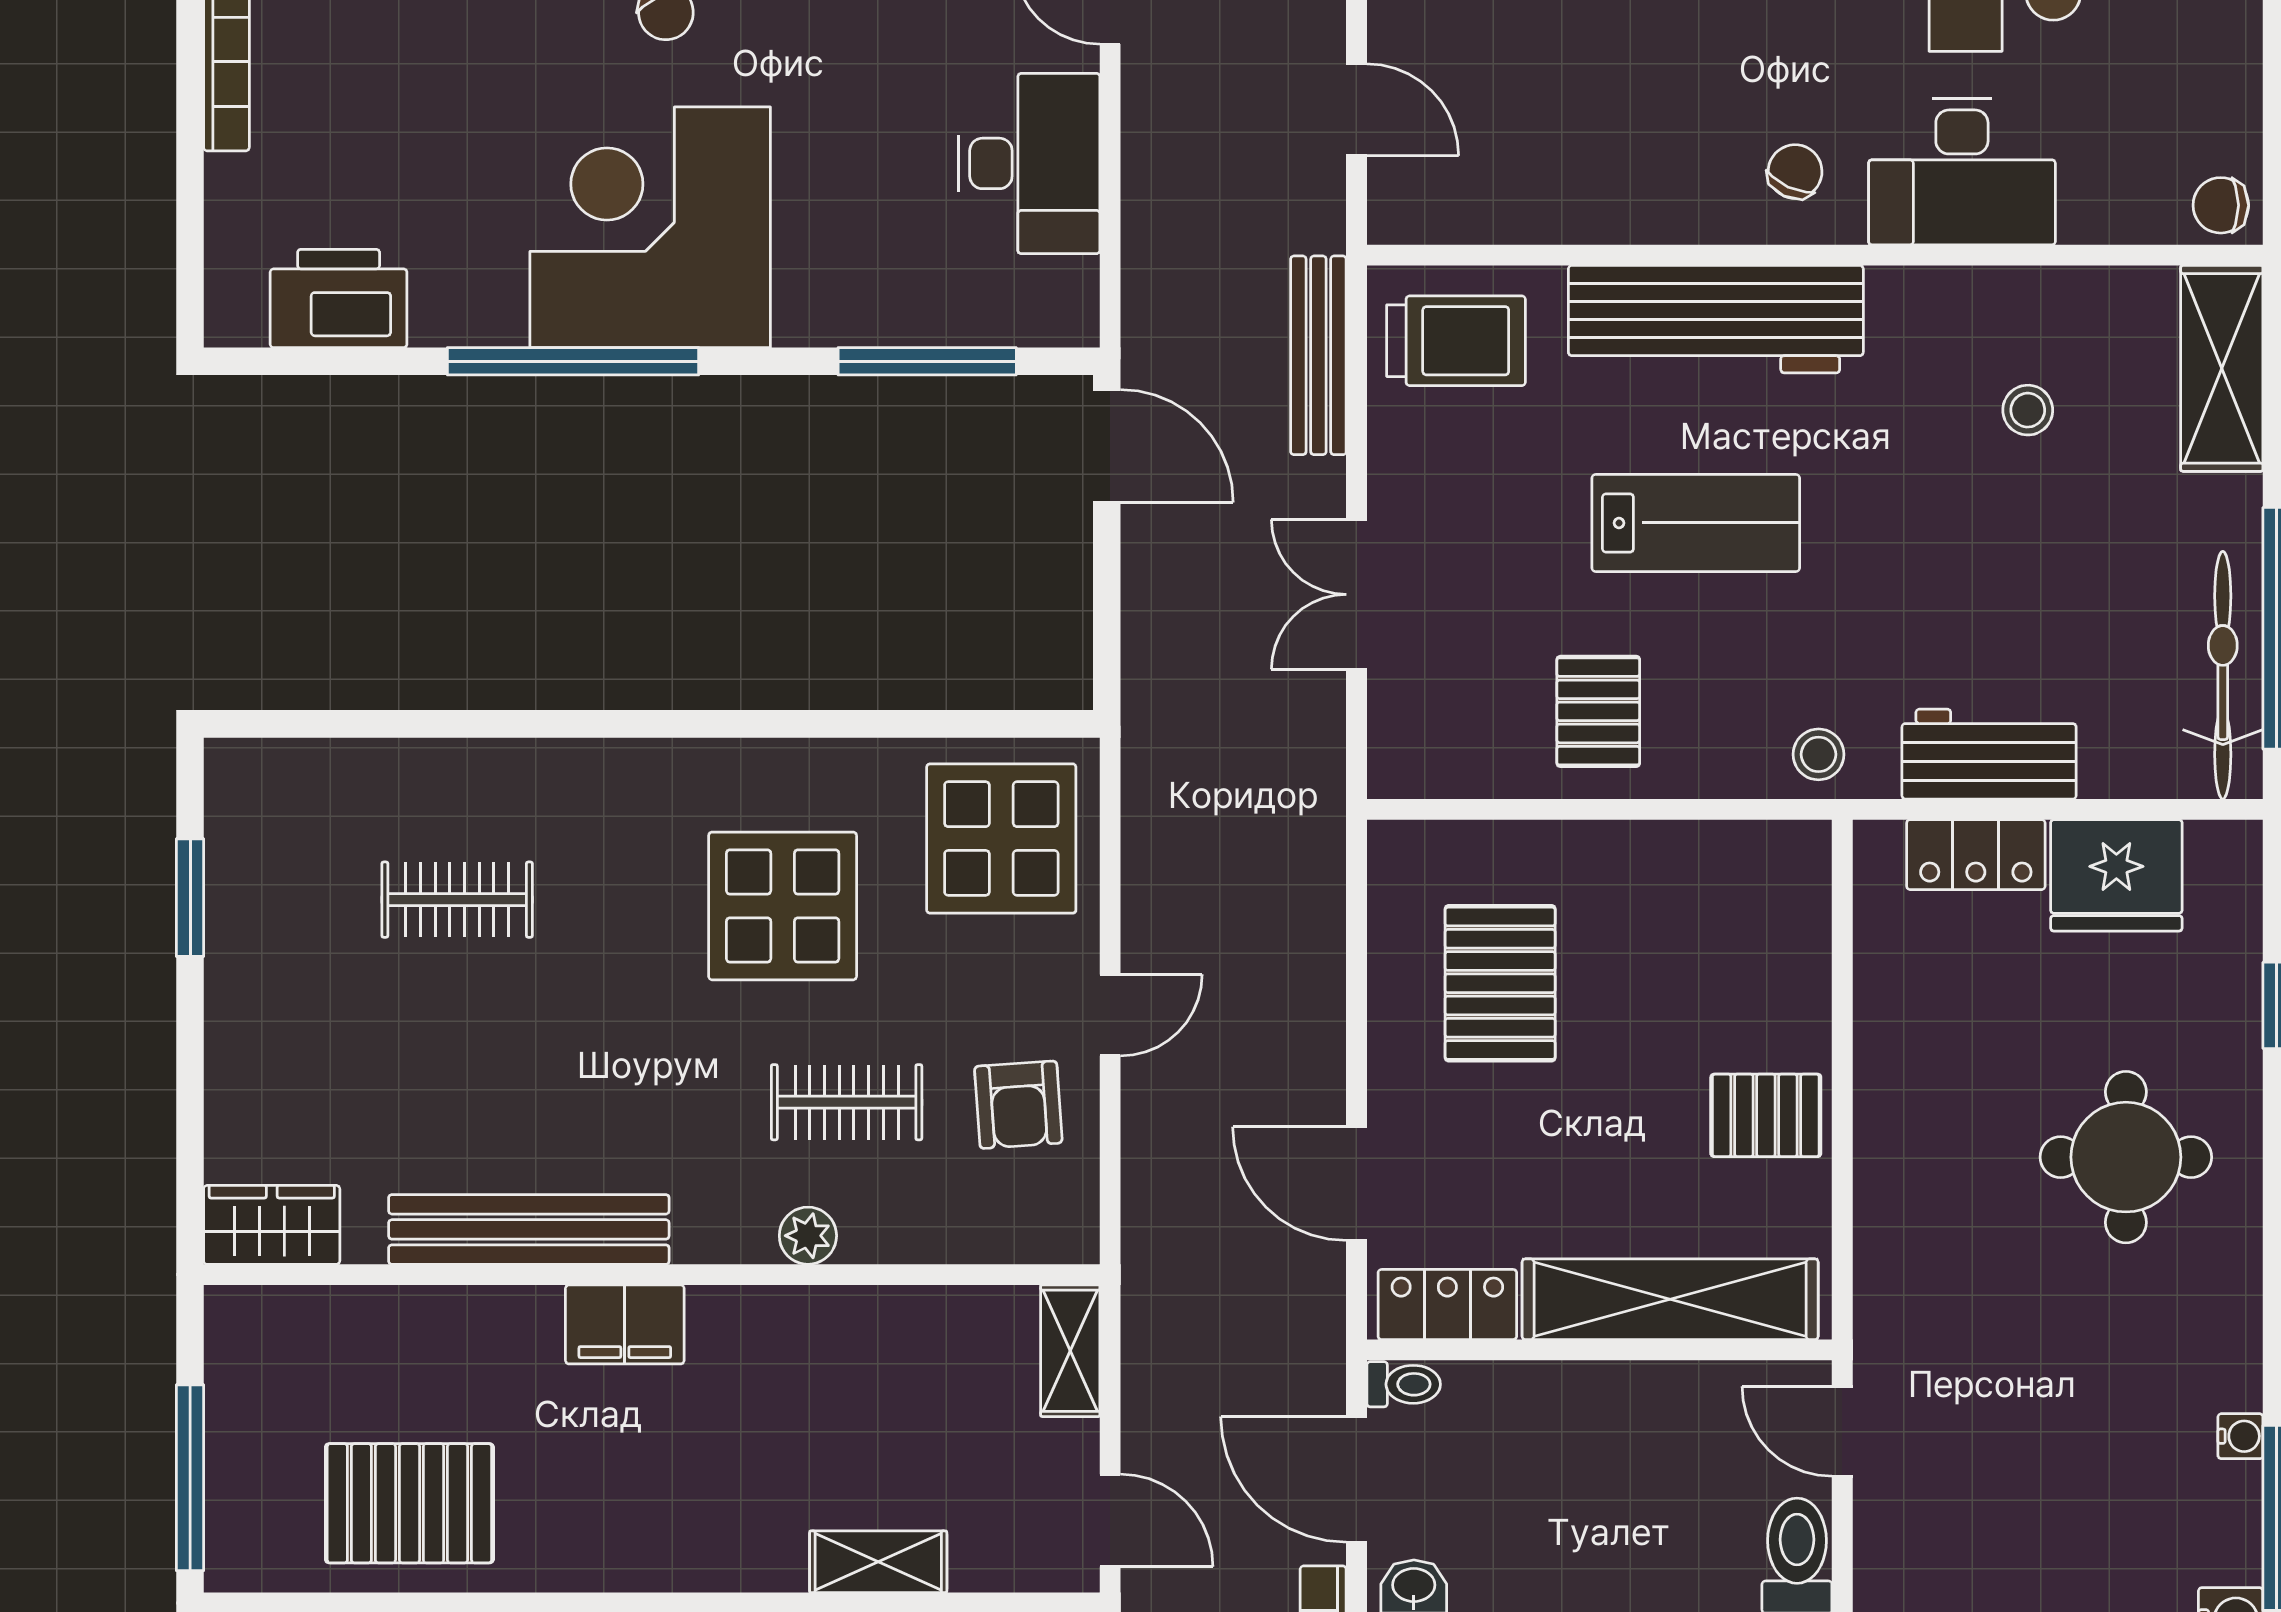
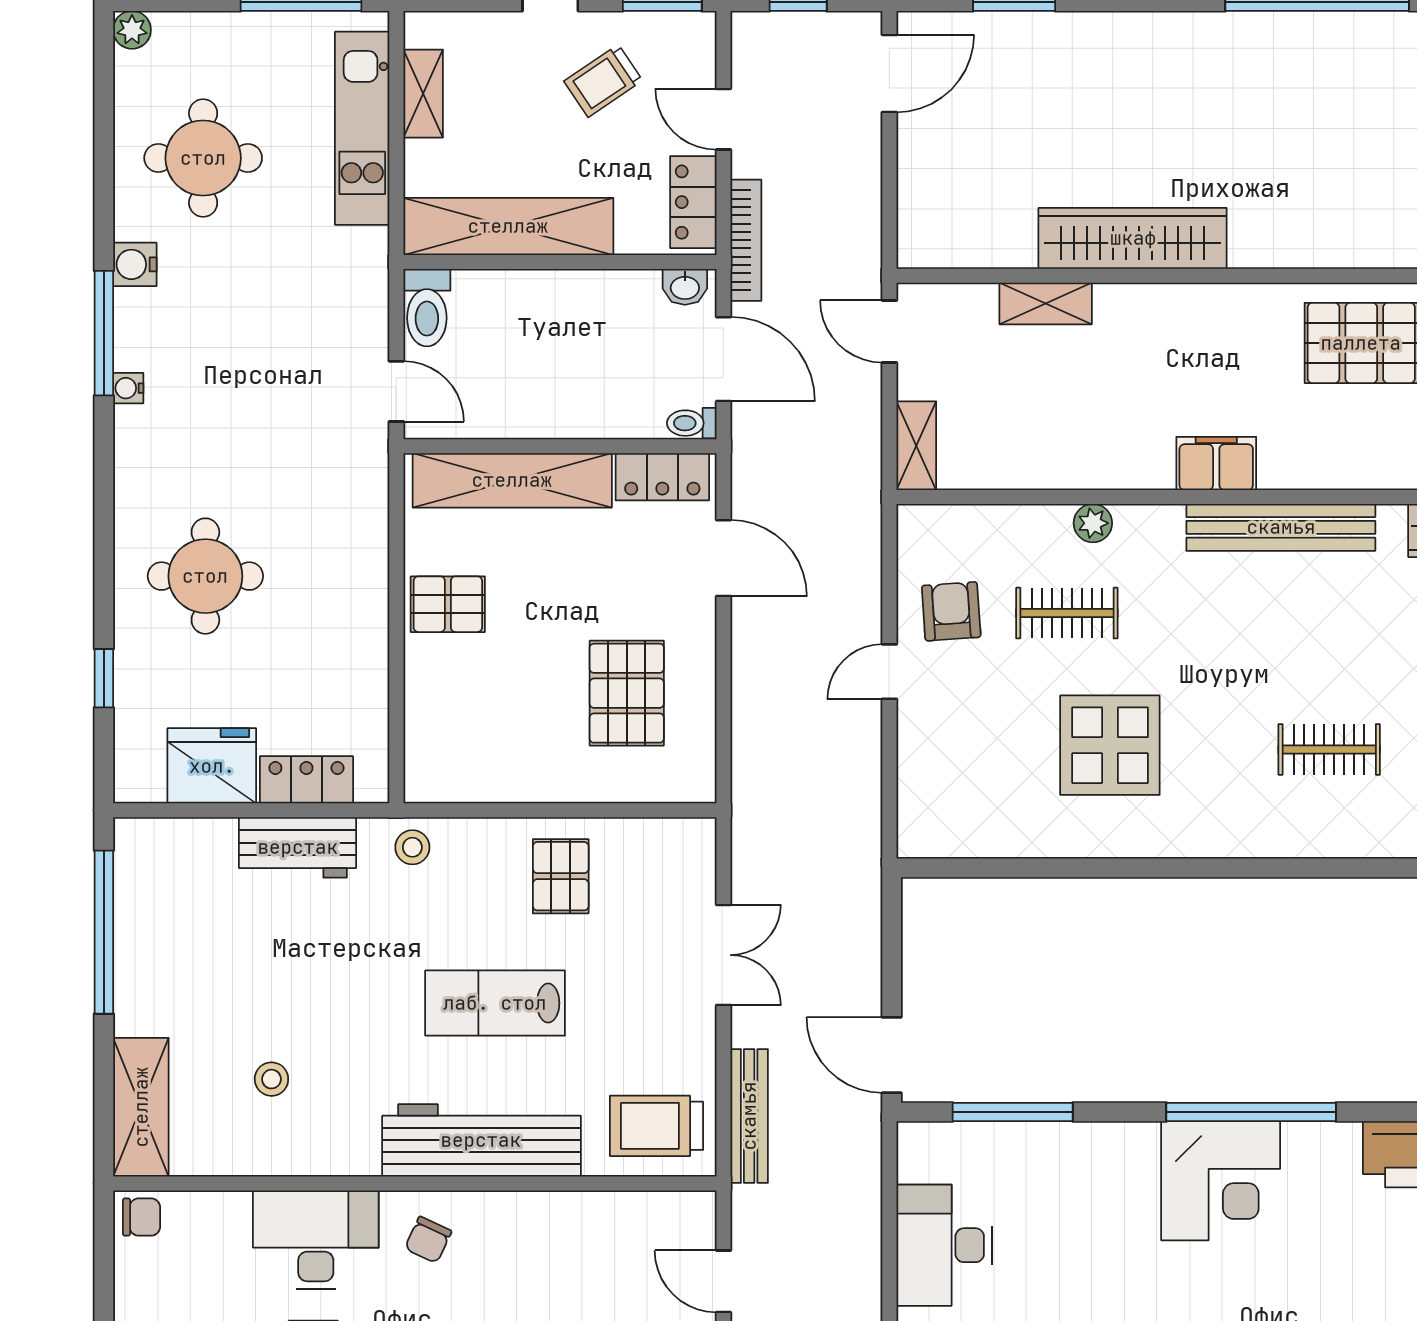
corner desk: (650, 227) -> (1221, 1181), width x0.74, depth x0.74
bicycle: (2223, 675) -> (140, 901), removed
display table: (1001, 839) -> (963, 791), removed

